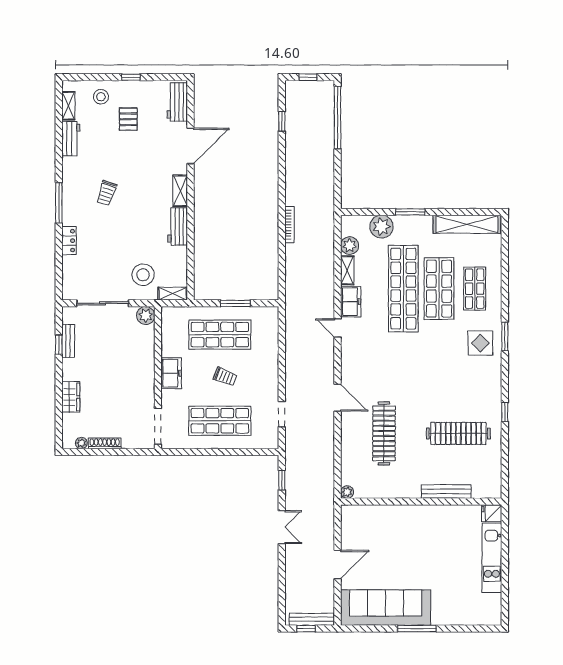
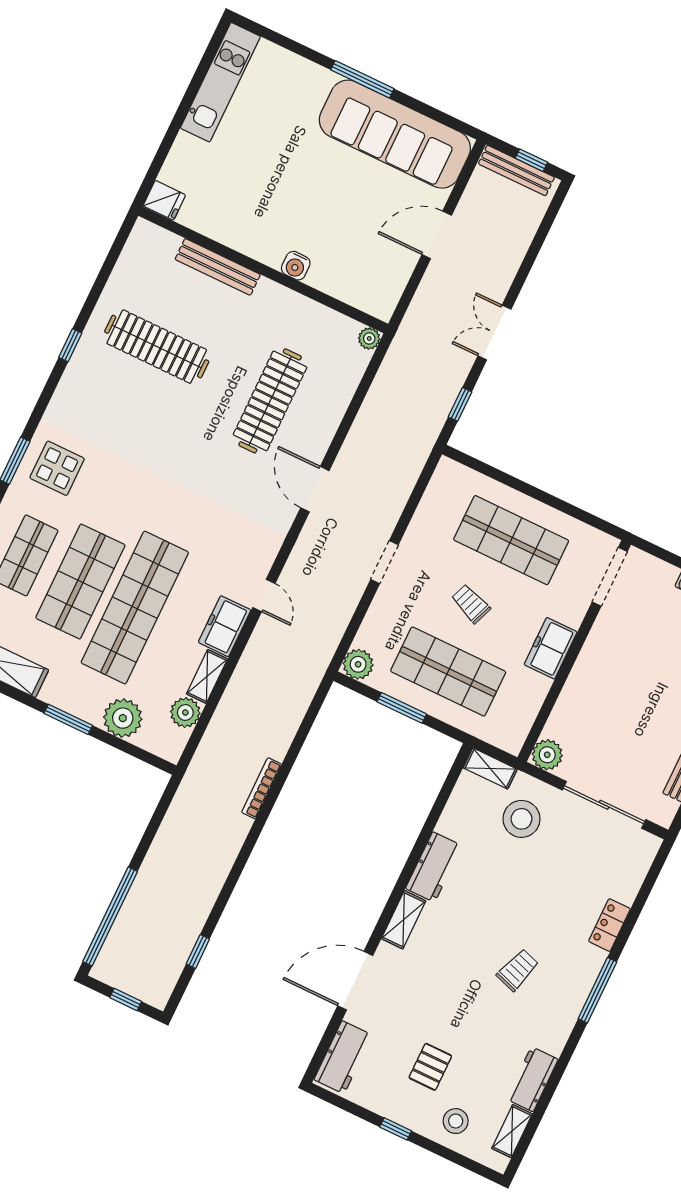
plant: (270, 315) -> (358, 664), added
doorway: (282, 414) -> (384, 562), moved
water cooler: (405, 512) -> (296, 266), added
kitchen unit: (492, 558) -> (220, 82), moved

